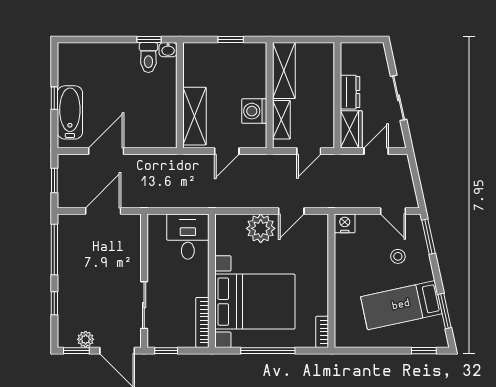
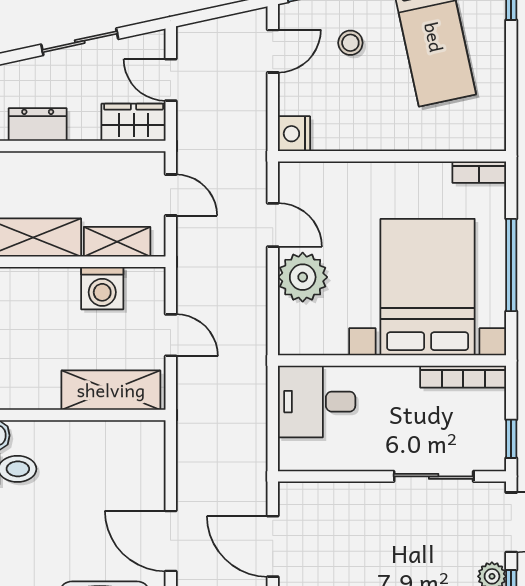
dresser: (350, 92) -> (38, 125), moved

